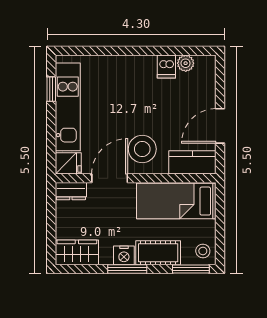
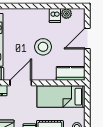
door: (220, 126) -> (87, 39), moved
stool: (142, 149) -> (43, 47), moved

